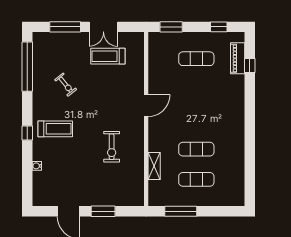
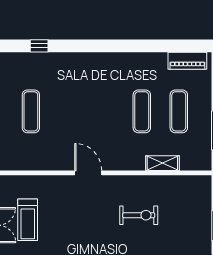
piano: (238, 58) -> (187, 61), moved

